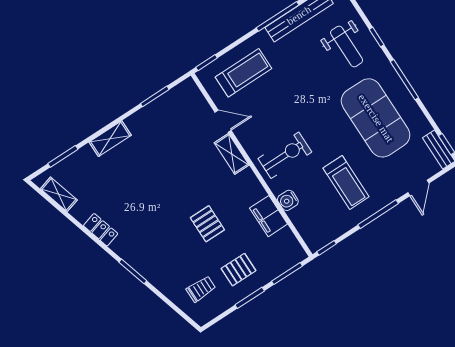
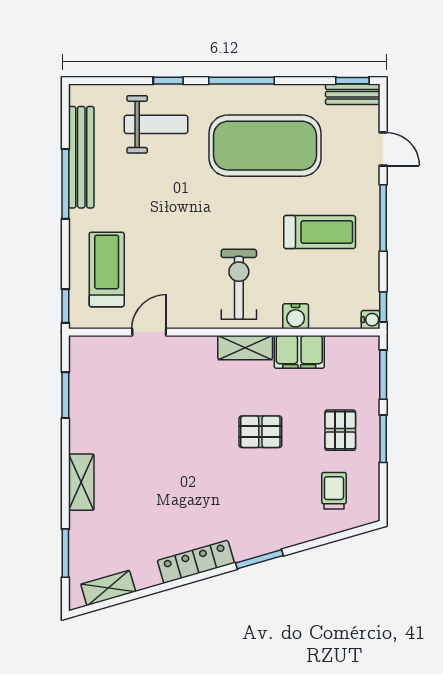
shelving: (232, 154) -> (245, 348), moved
locker: (101, 230) -> (196, 562), width x1.53
water cooler: (314, 245) -> (371, 320), added

